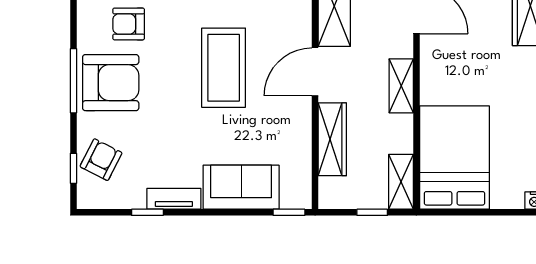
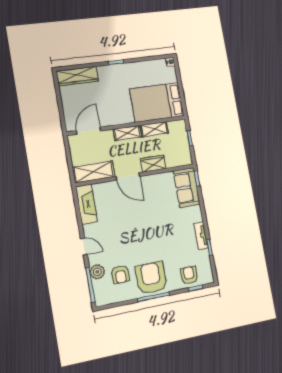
coffee table: (224, 68) -> (134, 222), removed
wardrobe: (332, 139) -> (153, 164), width x0.67
armchair: (101, 160) -> (189, 275), turned 63
shelving: (401, 182) -> (154, 129), moved
sofa: (241, 187) -> (187, 188), moved

